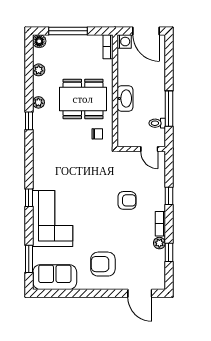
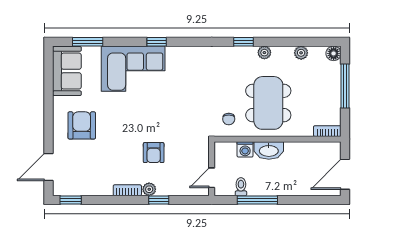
washing machine: (124, 42) -> (245, 149), moved
plant: (159, 243) -> (149, 189), moved
window: (169, 252) -> (71, 200), moved

